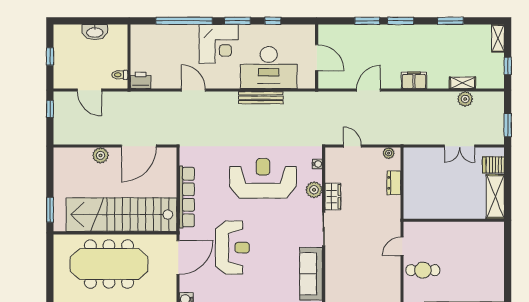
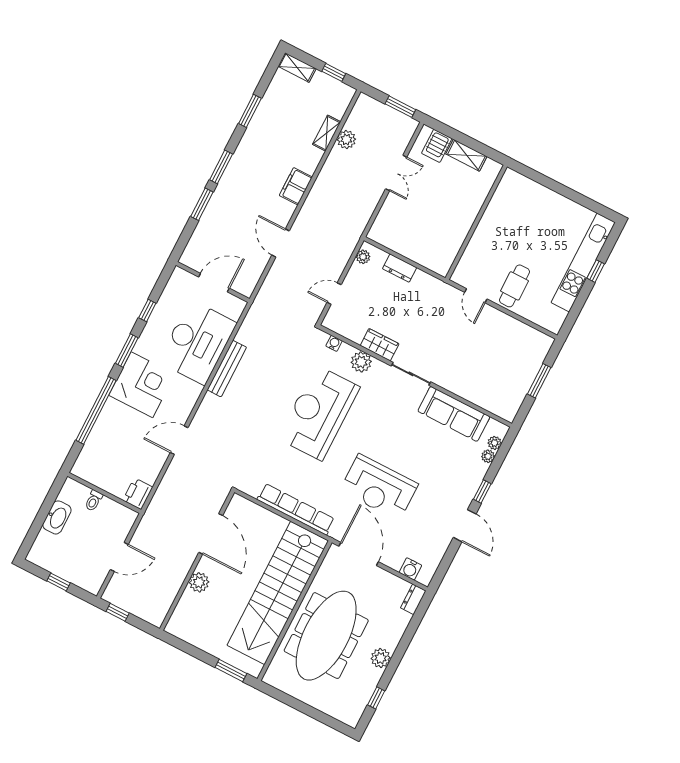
toilet: (120, 75) -> (94, 501), moved
shelving: (495, 197) -> (466, 155), width x0.67, depth x0.75
reception desk: (232, 248) -> (379, 487), turned 180

